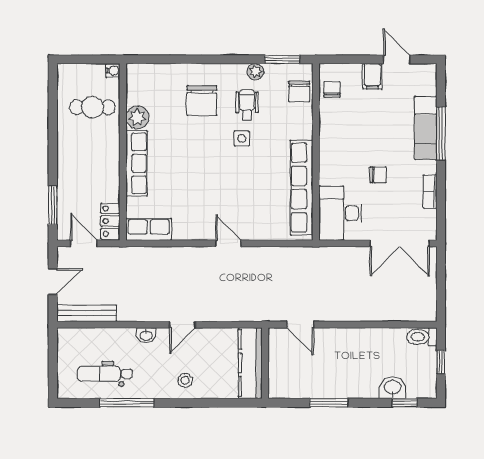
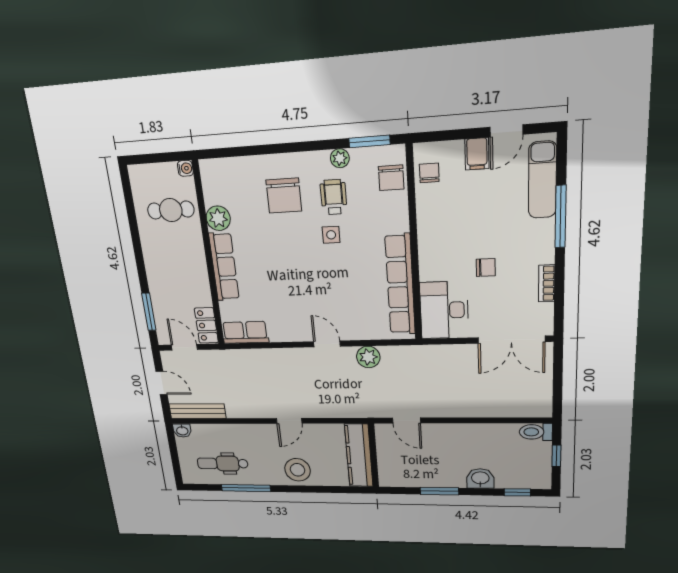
door: (397, 59) -> (506, 131), swing flipped
exam couch: (426, 128) -> (542, 180), moved
plant: (267, 257) -> (368, 357), added
door: (53, 281) -> (161, 383), hinge flipped
washbasin: (146, 335) -> (182, 431), moved
stool: (185, 380) -> (297, 470), width x1.89, depth x1.89
washbasin: (393, 388) -> (480, 478), moved

